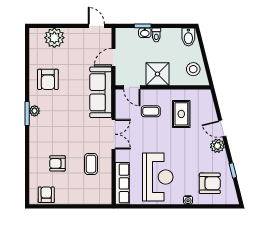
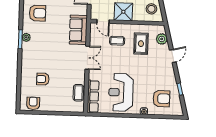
armchair: (48, 79) -> (37, 13), turned -90
sofa: (101, 92) -> (78, 30), width x0.73
door: (222, 128) -> (173, 56), swing flipped
plant: (217, 146) -> (162, 39), moved
coffee table: (91, 164) -> (78, 93), moved
reception desk: (158, 177) -> (121, 92), turned 180

